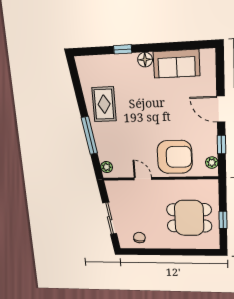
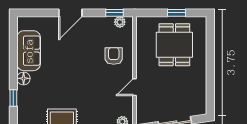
window: (221, 144) -> (115, 13), moved
armchair: (175, 157) -> (114, 56), width x0.53, depth x0.53
chair: (139, 238) -> (195, 94), removed

